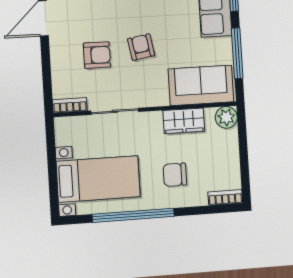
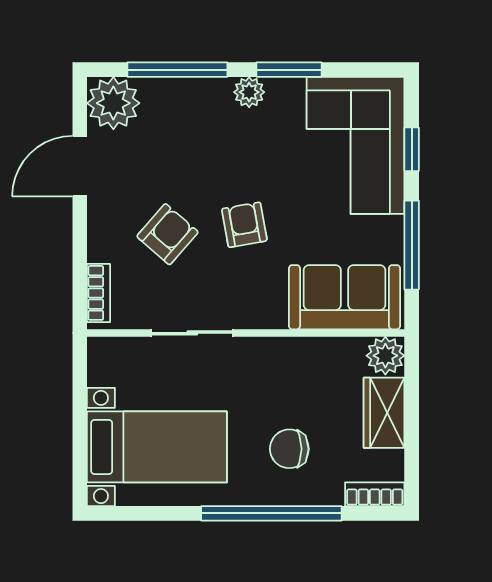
armchair: (97, 55) -> (167, 234), turned -49
bookcase: (70, 105) -> (99, 293), moved, turned 90
wardrobe: (184, 121) -> (384, 413), moved, turned 90
window: (133, 215) -> (271, 513), moved

